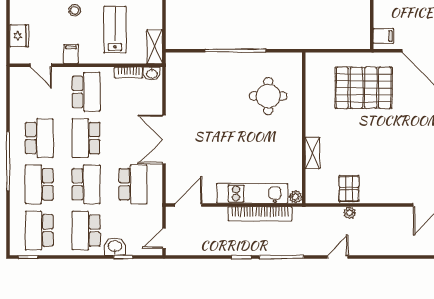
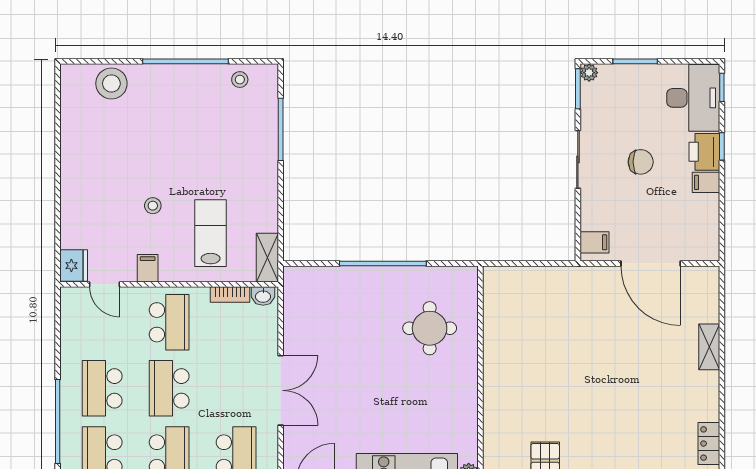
fridge: (19, 36) -> (74, 266), moved
pallet: (364, 88) -> (566, 316), removed
school desk: (39, 138) -> (102, 388), turned 180
double door: (164, 139) -> (281, 390), swing flipped
shelving: (312, 153) -> (493, 410), removed

